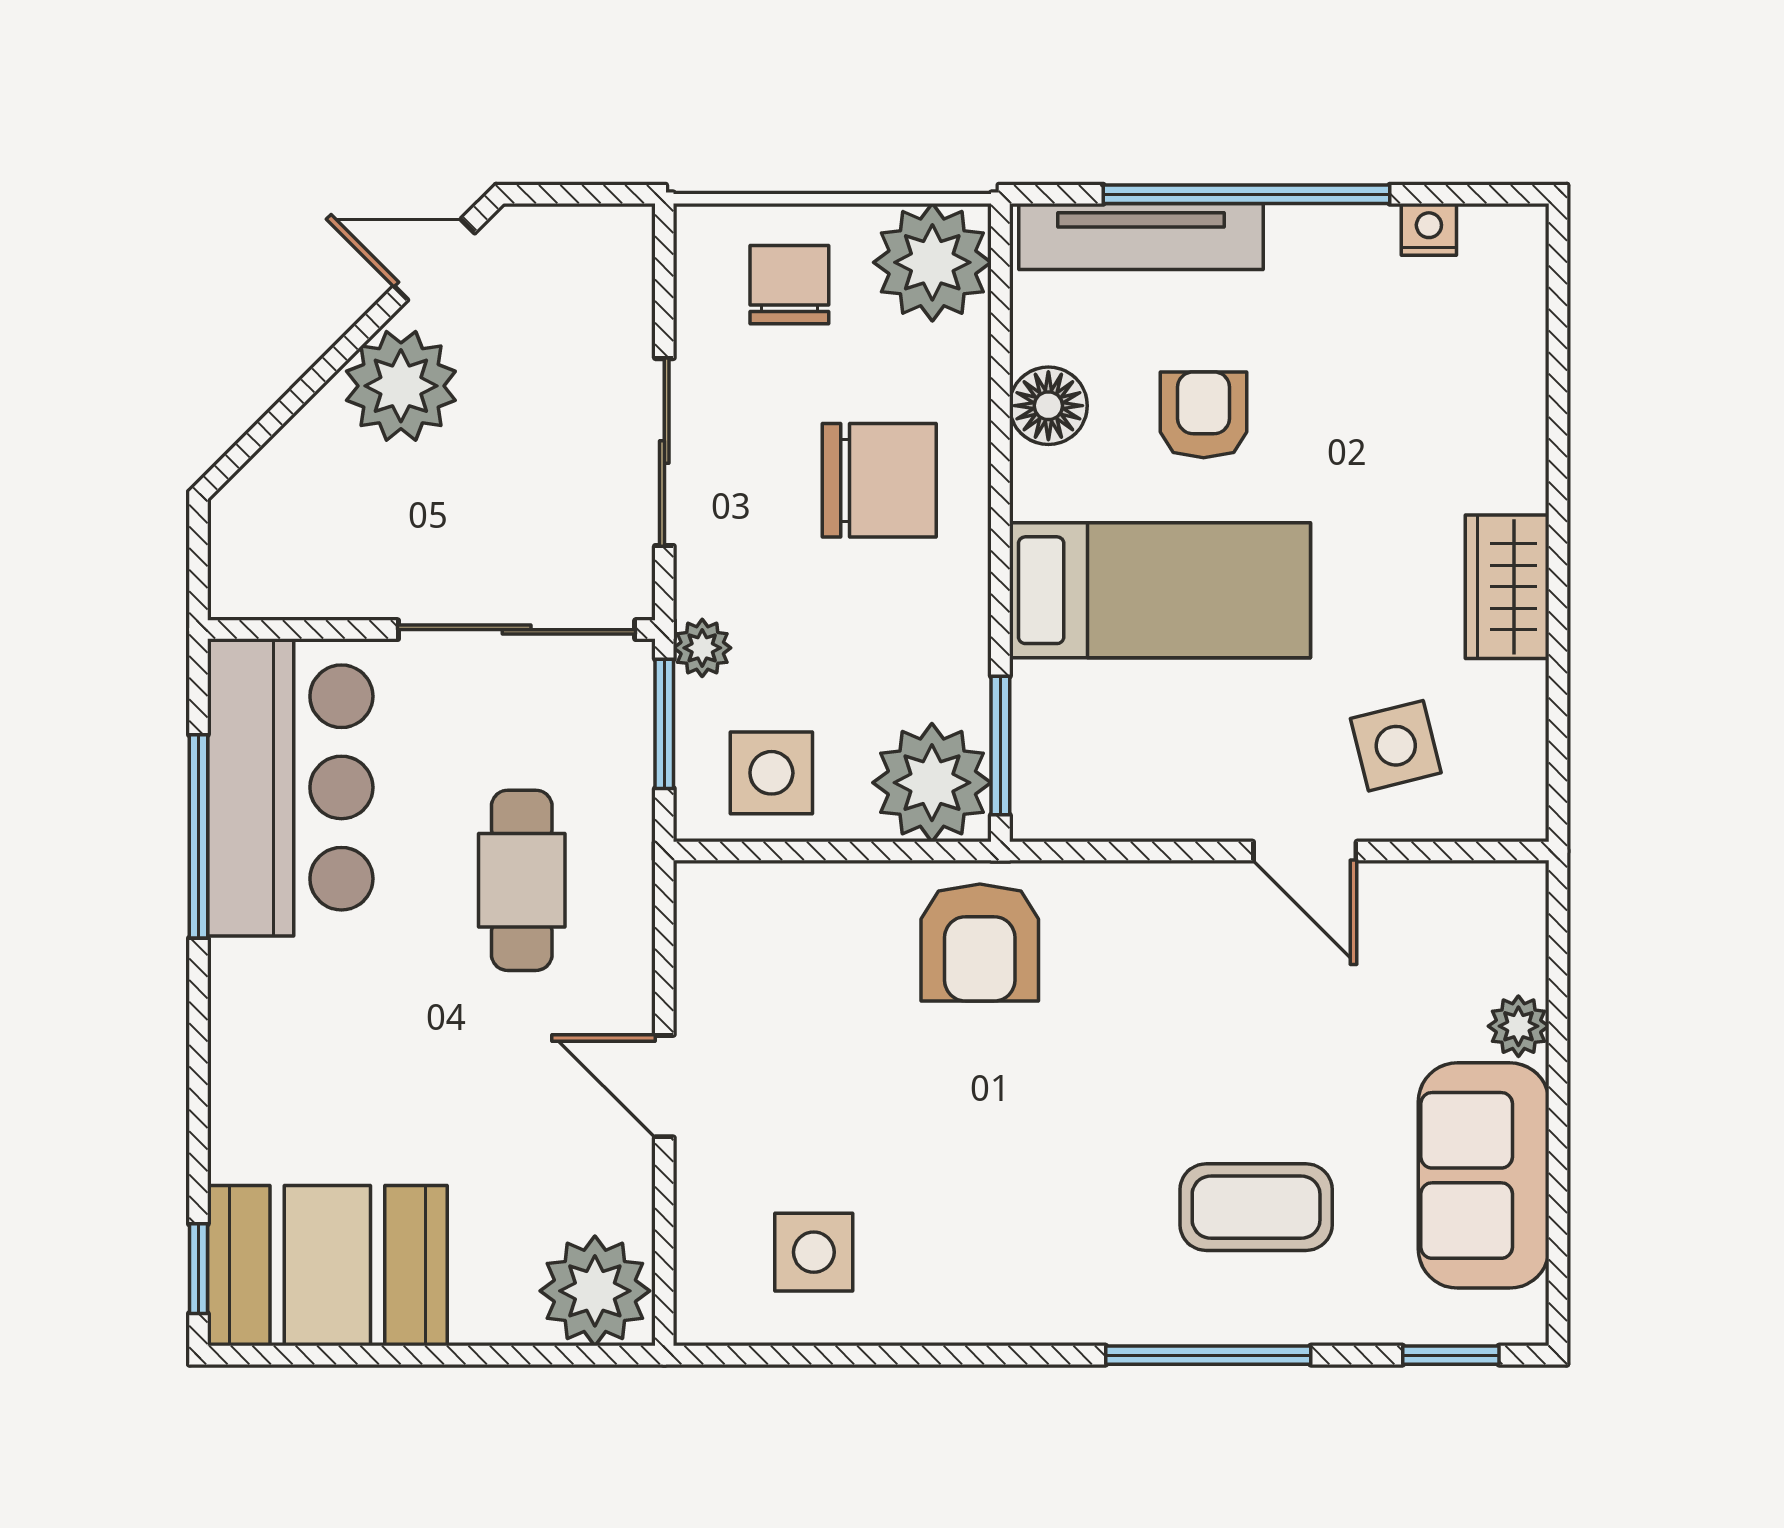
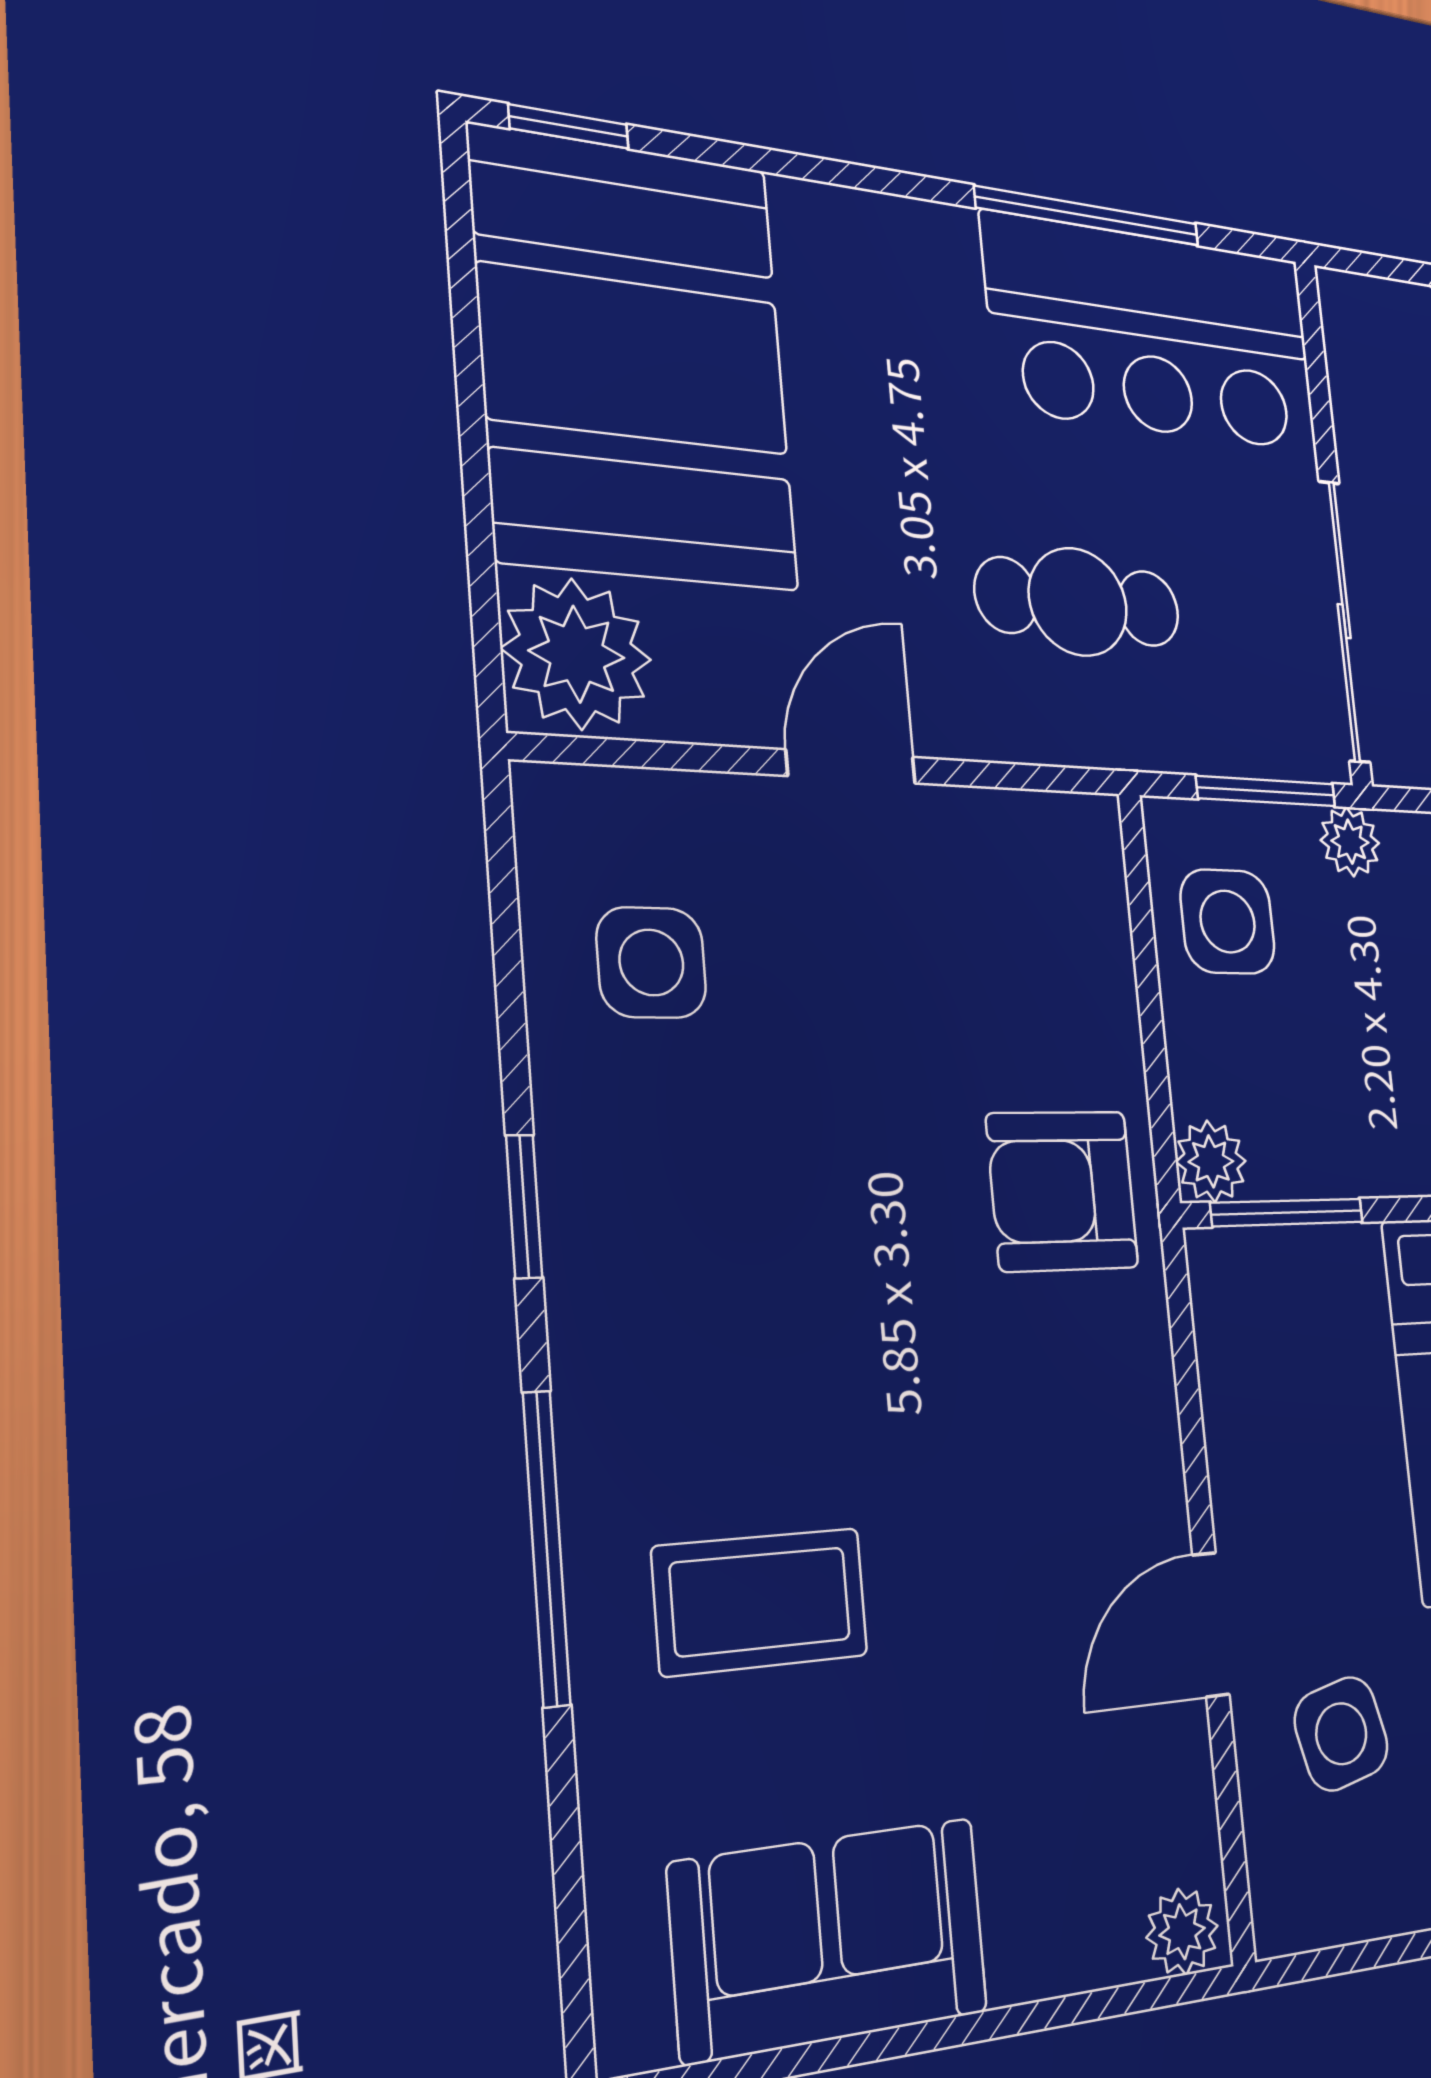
plant: (932, 783) -> (1211, 1161), width x0.53, depth x0.53
plant: (1518, 1026) -> (1182, 1932), moved
coffee table: (1256, 1207) -> (761, 1601), turned 90
booth: (327, 1266) -> (634, 360), width x1.36, depth x1.42
window: (1451, 1355) -> (524, 1206), moved

